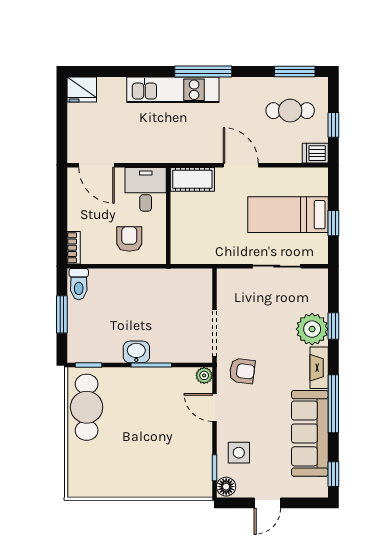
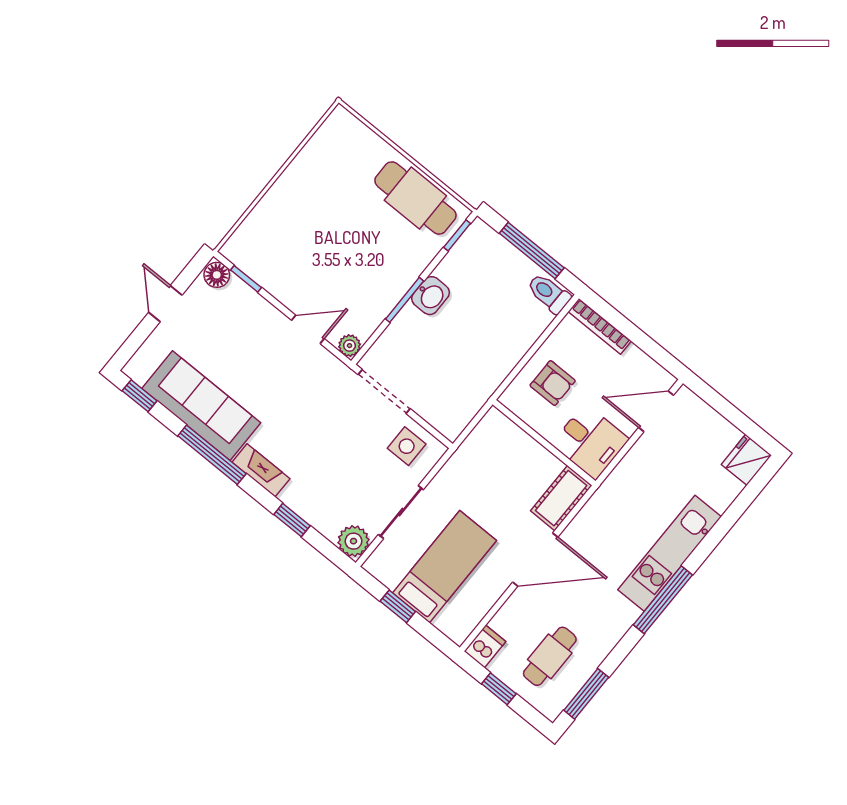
door: (241, 165) -> (535, 560), width x1.36
bookcase: (74, 248) -> (600, 326), width x1.56
window: (62, 314) -> (532, 251), width x1.44
plant: (312, 329) -> (354, 541), moved, width x0.73, depth x0.73
armchair: (242, 371) -> (322, 389), removed
side table: (239, 453) -> (407, 446), moved

